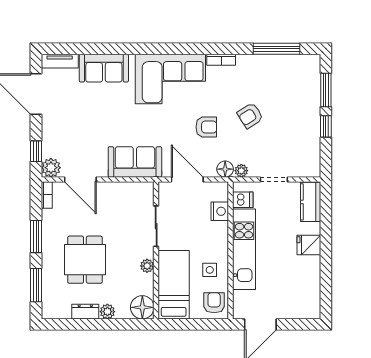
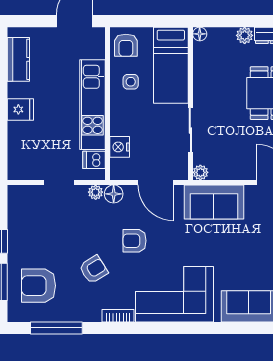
armchair: (293, 87) -> (38, 286), added
armchair: (250, 116) -> (93, 269), moved
kitchen counter: (311, 202) -> (18, 59), moved
plant: (147, 266) -> (200, 172), moved
floor lamp: (142, 307) -> (200, 34), width x0.53, depth x0.53

